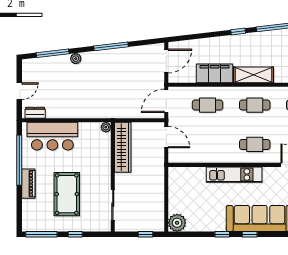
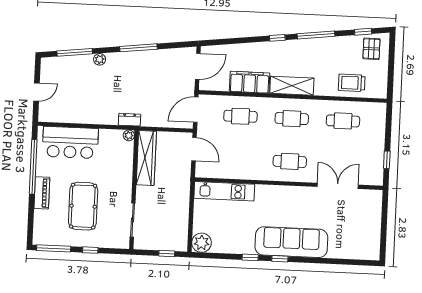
dresser: (35, 113) -> (129, 120), moved
kitchen unit: (234, 175) -> (224, 191), moved

